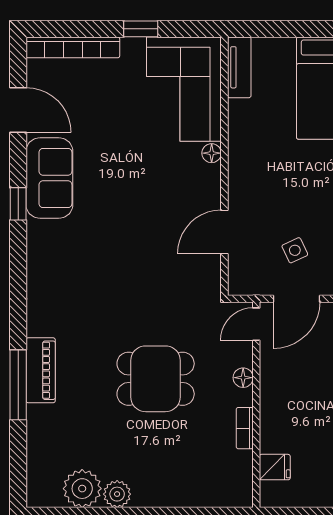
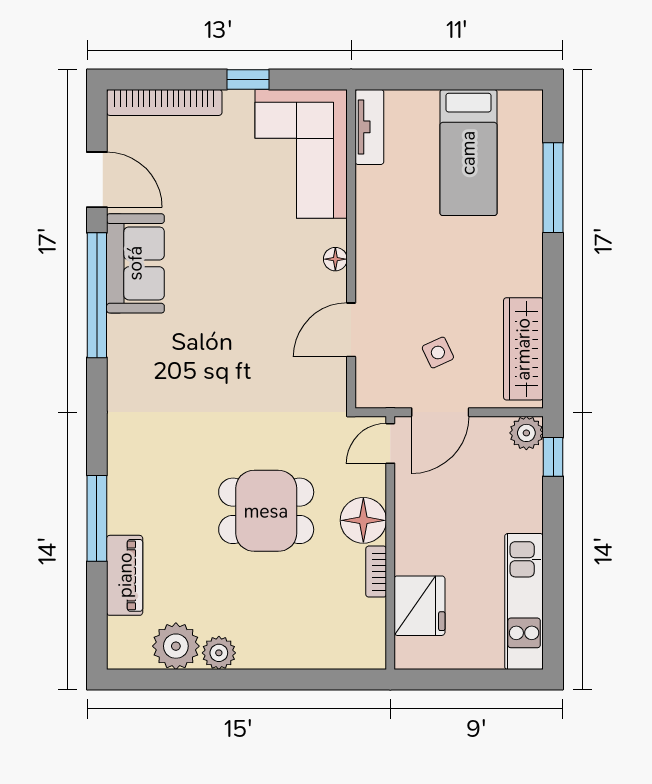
floor lamp: (212, 153) -> (335, 259), moved
window: (18, 204) -> (97, 295), width x3.17
piano: (41, 370) -> (125, 575), moved
floor lamp: (243, 378) -> (363, 520), width x1.89, depth x1.89
fridge: (275, 467) -> (420, 606), width x1.88, depth x1.34

